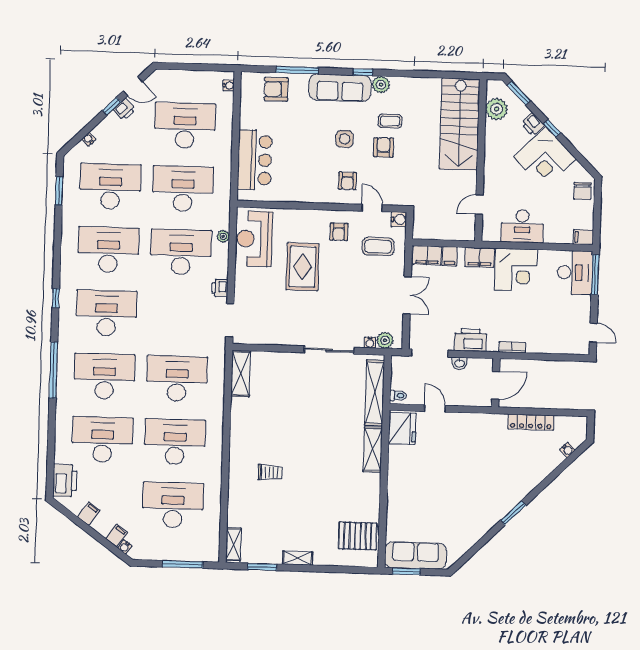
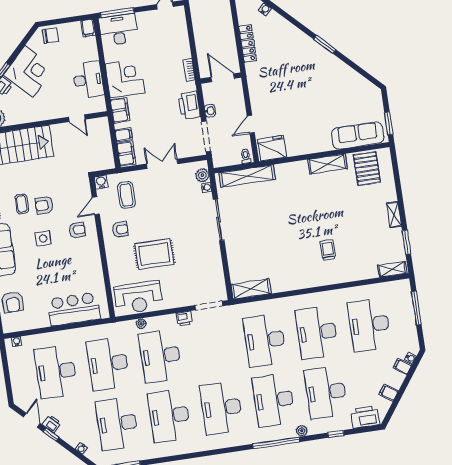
window: (56, 298) -> (336, 434), moved
plant: (62, 403) -> (302, 431), added
shelving: (373, 450) -> (328, 164), moved
sofa: (416, 555) -> (358, 136), moved, turned 90

